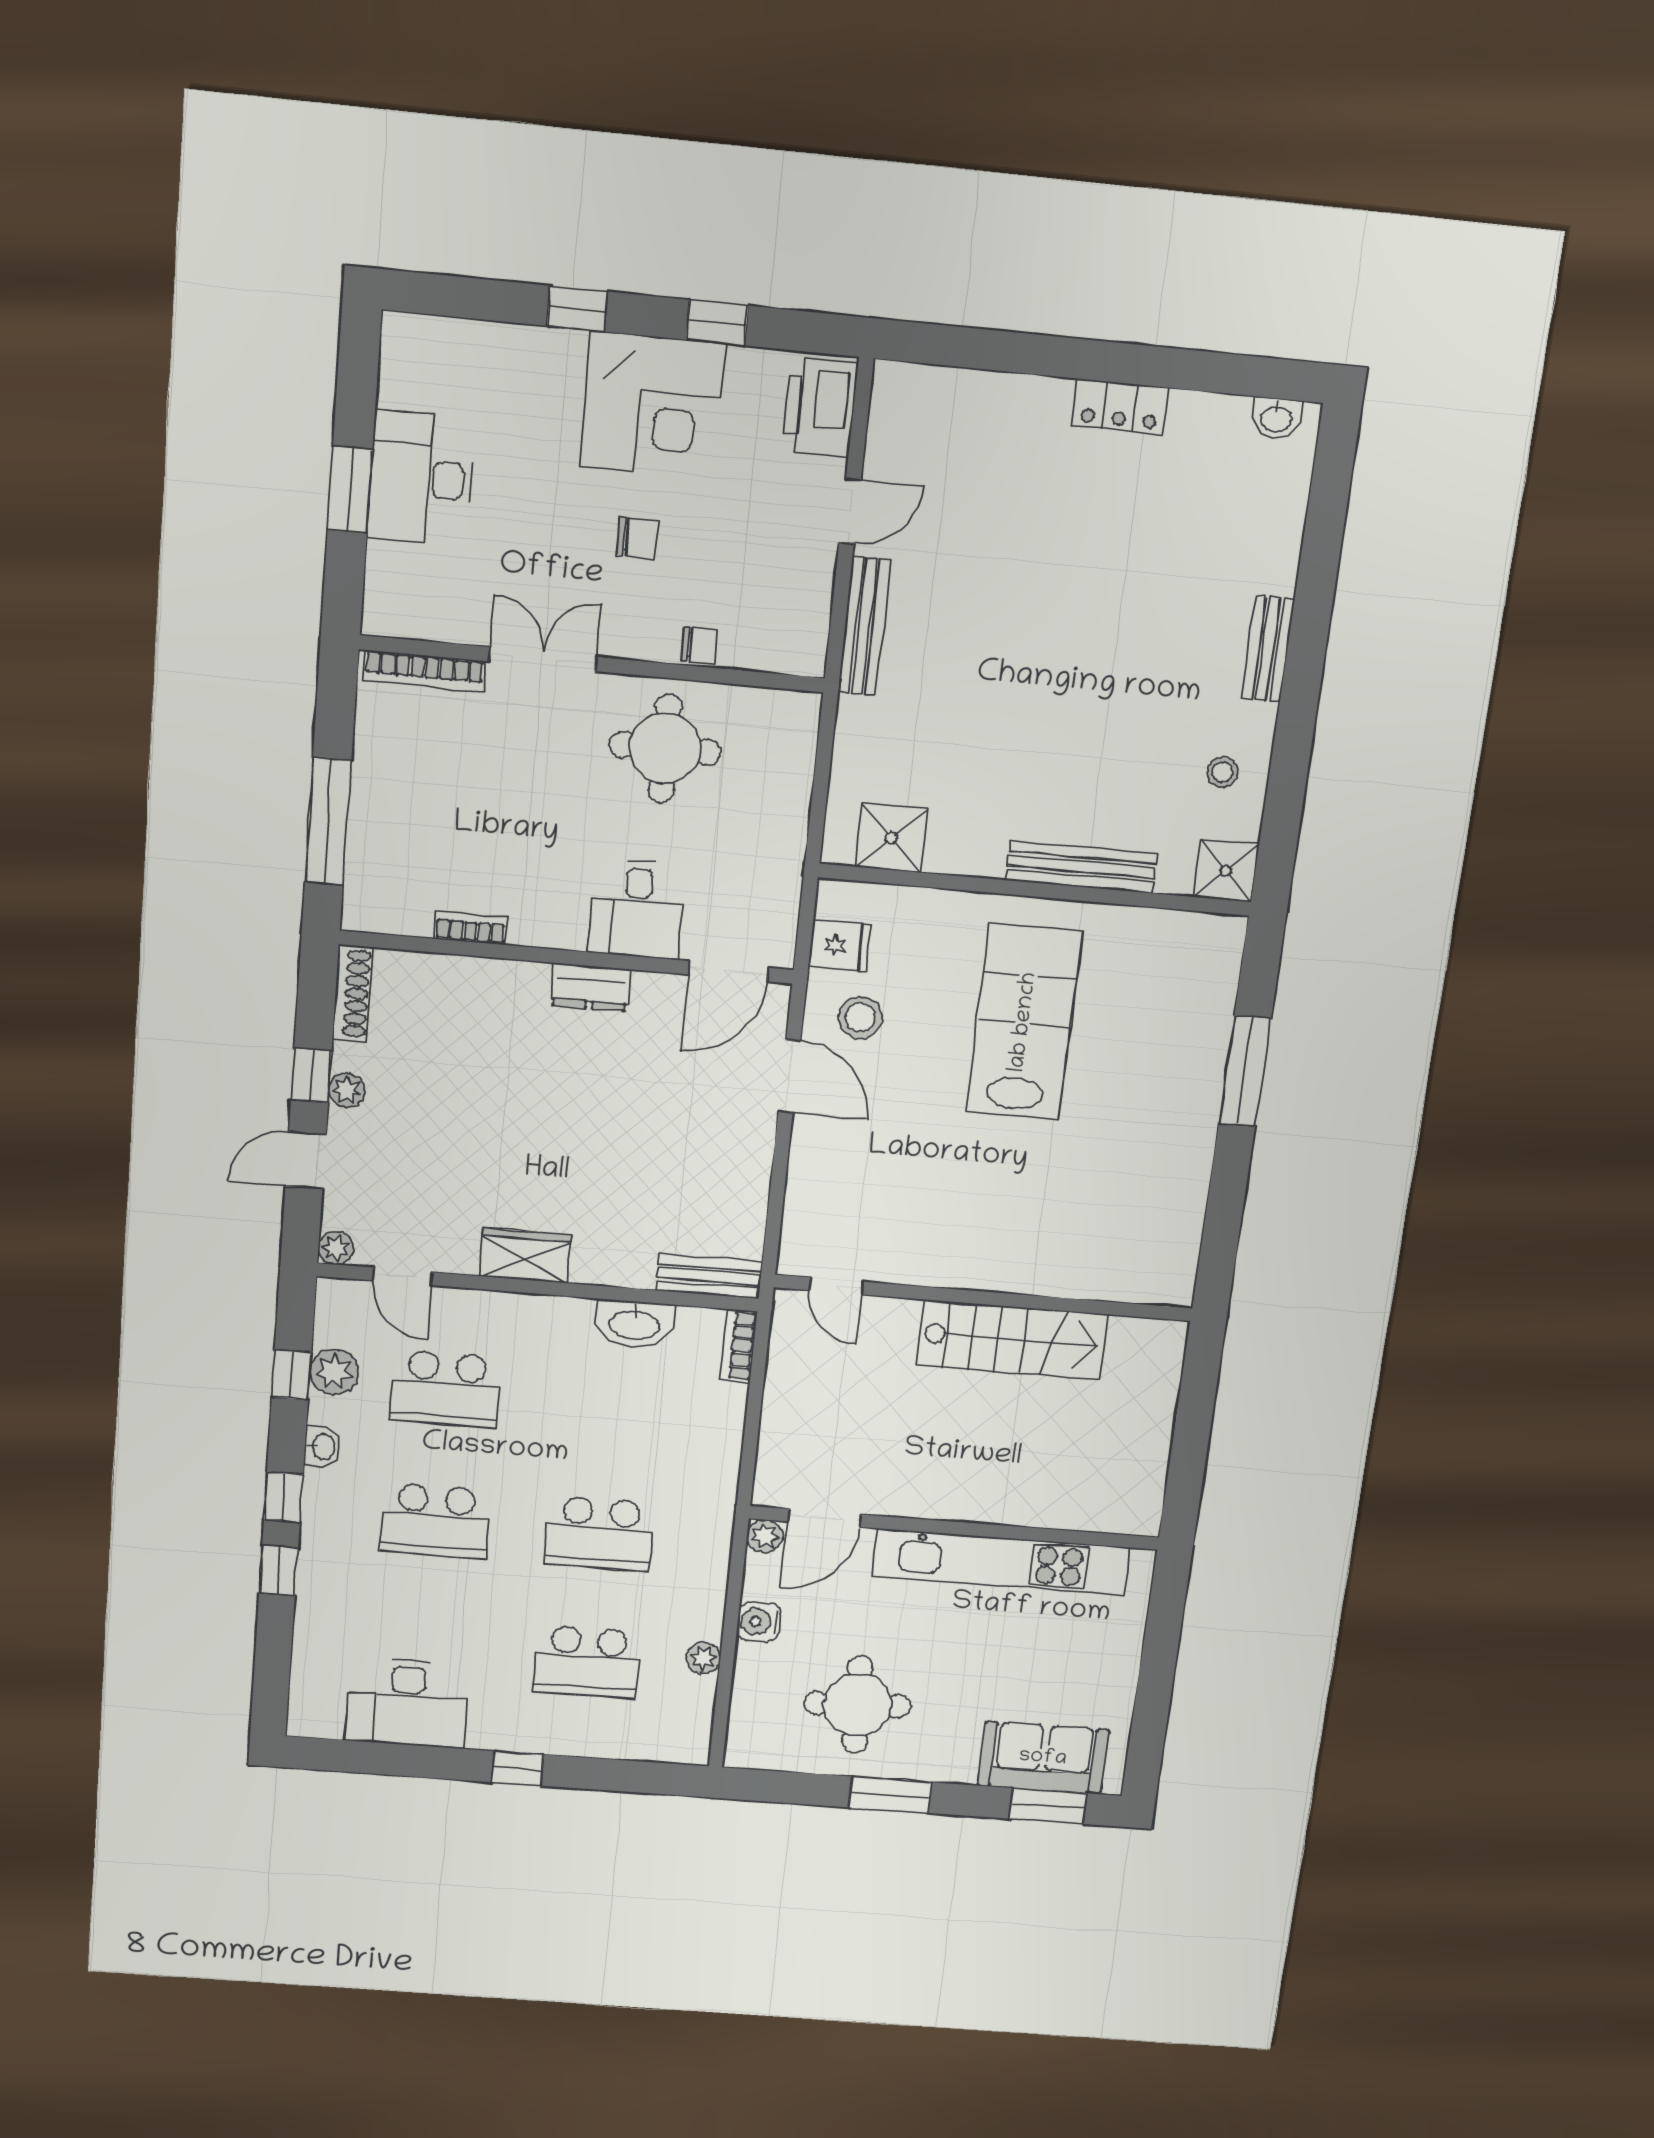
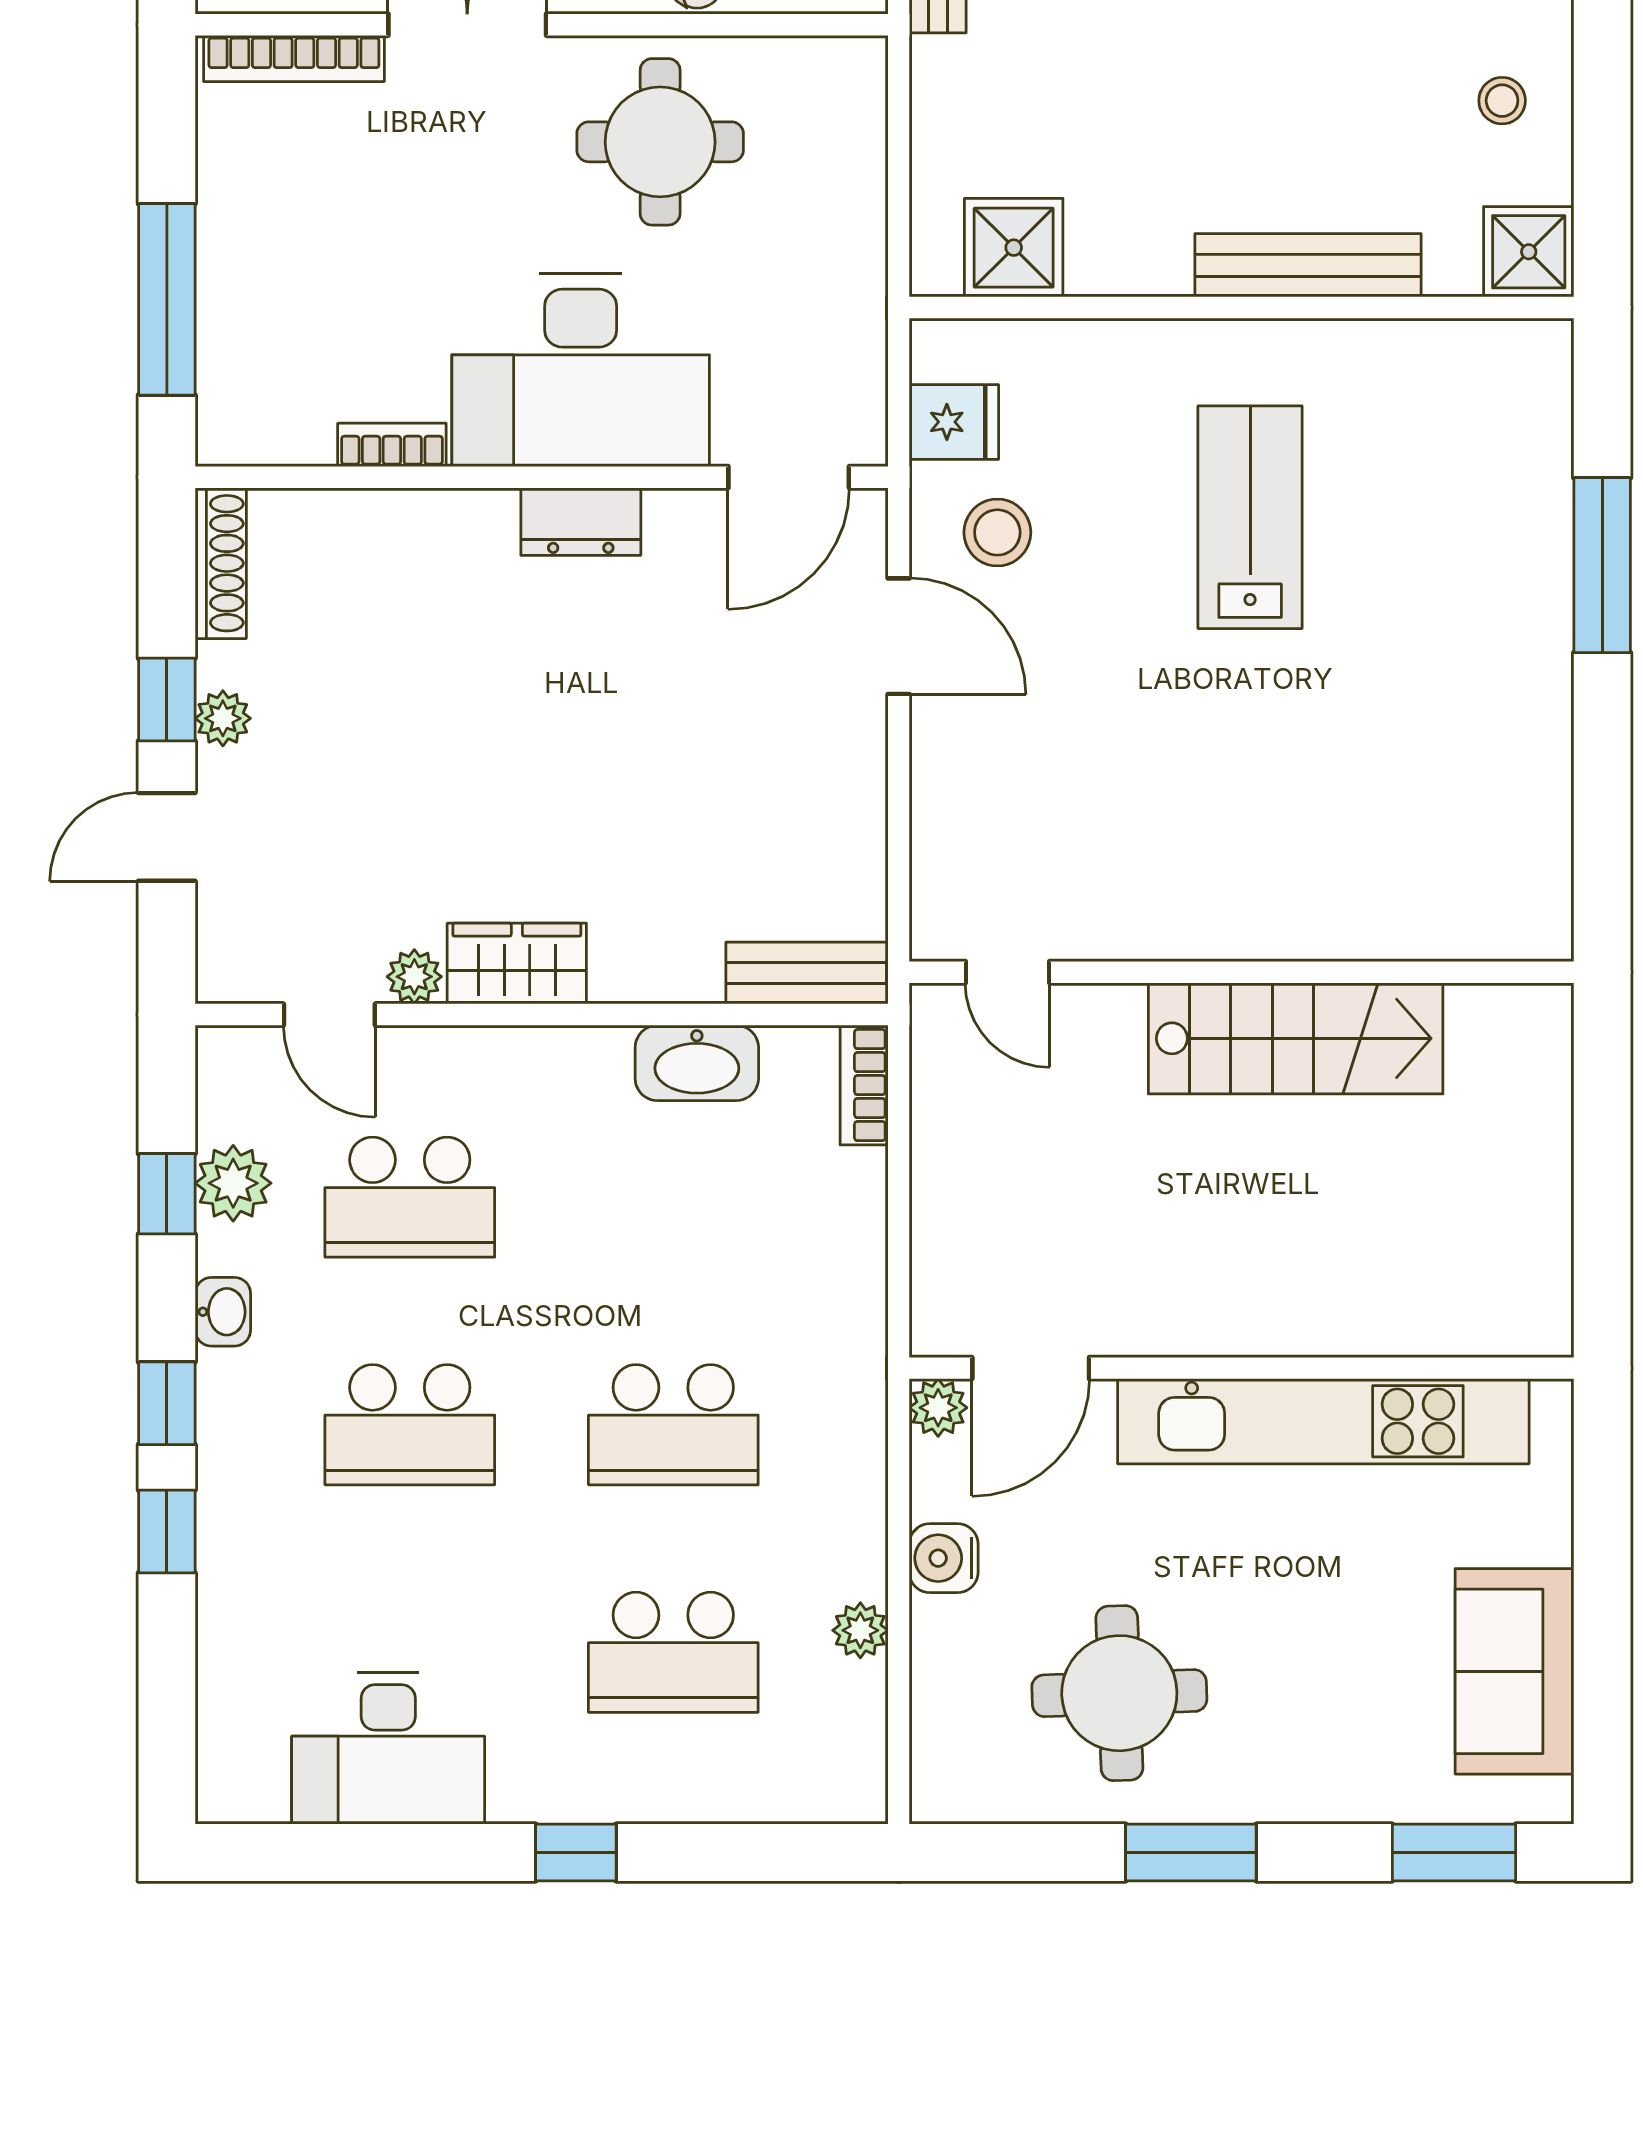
desk: (637, 909) -> (581, 370), width x1.87, depth x1.30
lab bench: (1024, 1022) -> (1250, 517), width x0.73, depth x0.72
plant: (336, 1248) -> (414, 977), moved
sofa: (1043, 1758) -> (1514, 1671), moved, turned -90

